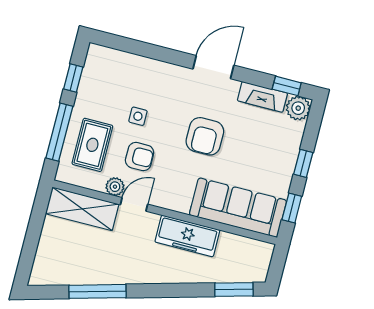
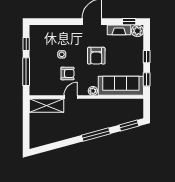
rug: (92, 145) -> (44, 74), removed
plant: (115, 187) -> (93, 91), moved
freezer: (187, 236) -> (100, 106), removed
window: (97, 291) -> (96, 134), moved

